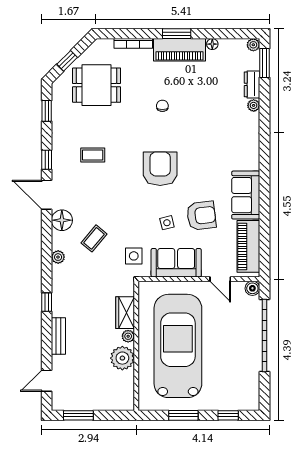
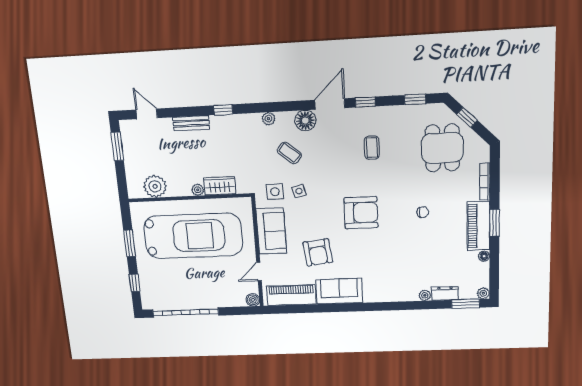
side table: (167, 223) -> (299, 191), moved
garage door: (264, 336) -> (186, 312), moved
plant: (122, 358) -> (155, 186), moved

